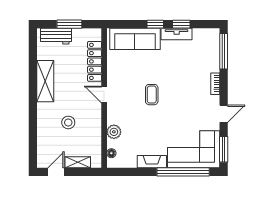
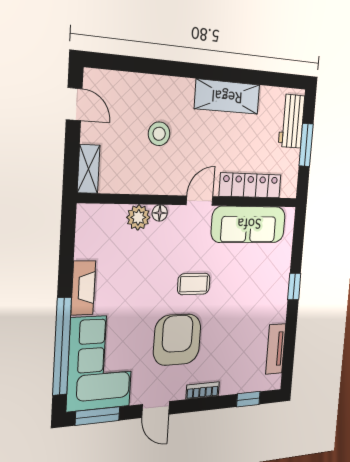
window: (181, 24) -> (291, 328), removed
tv unit: (177, 34) -> (276, 349), moved
sofa: (135, 39) -> (249, 224), moved, turned -90
window: (224, 51) -> (248, 399), width x0.46
armchair: (184, 103) -> (177, 340), added
floor lamp: (111, 153) -> (160, 213), moved
shelving: (78, 162) -> (89, 169), moved

